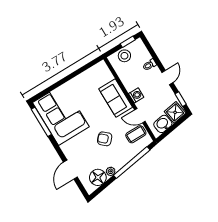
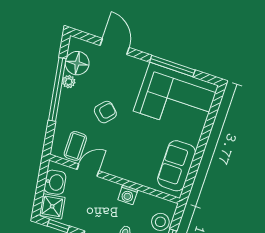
washing machine: (136, 95) -> (128, 195), moved
sofa: (116, 98) -> (177, 166), moved, turned -90
window: (41, 122) -> (172, 66), moved
window: (132, 163) -> (57, 89), moved

